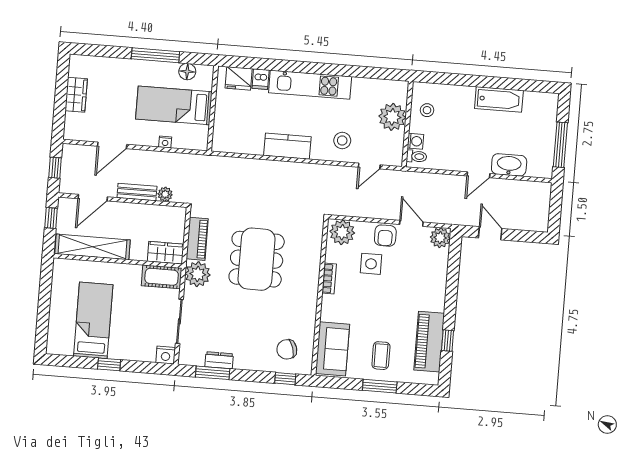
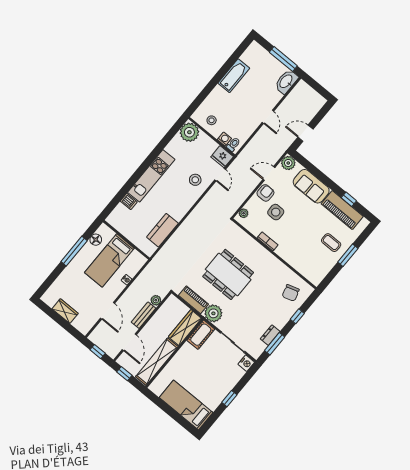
fridge: (239, 78) -> (222, 157), moved, turned 90
plant: (392, 117) -> (189, 132), moved
kitchen counter: (287, 146) -> (162, 230), moved
washbasin: (509, 165) -> (286, 82), moved
plant: (342, 232) -> (244, 213), width x0.53, depth x0.53
armchair: (385, 236) -> (265, 193), turned -90
wardrobe: (166, 253) -> (185, 328), width x1.50
bed: (93, 320) -> (186, 405), moved
sofa: (333, 349) -> (311, 186), moved, turned 180
window: (285, 379) -> (297, 316), moved

